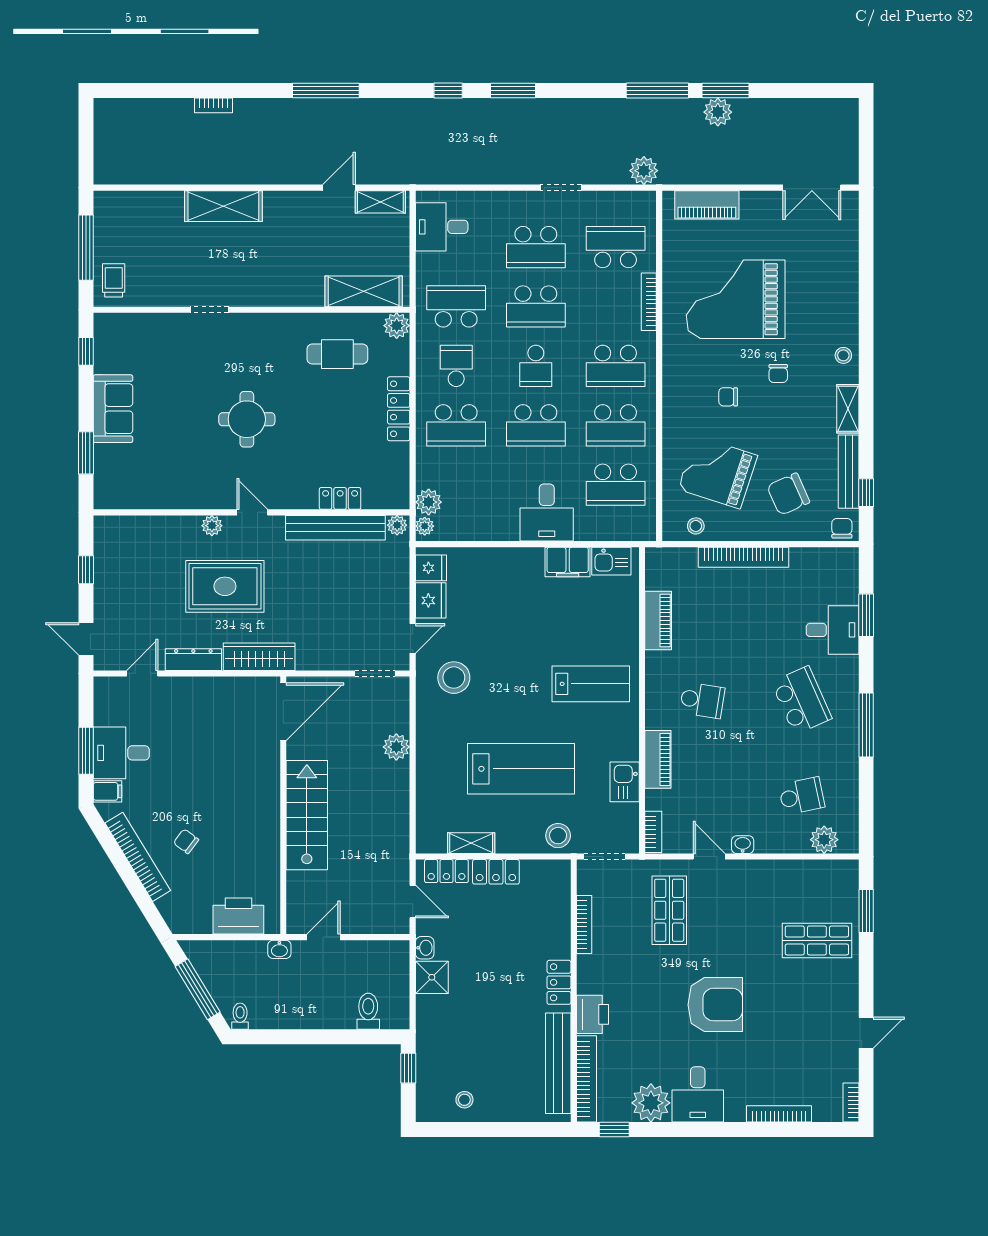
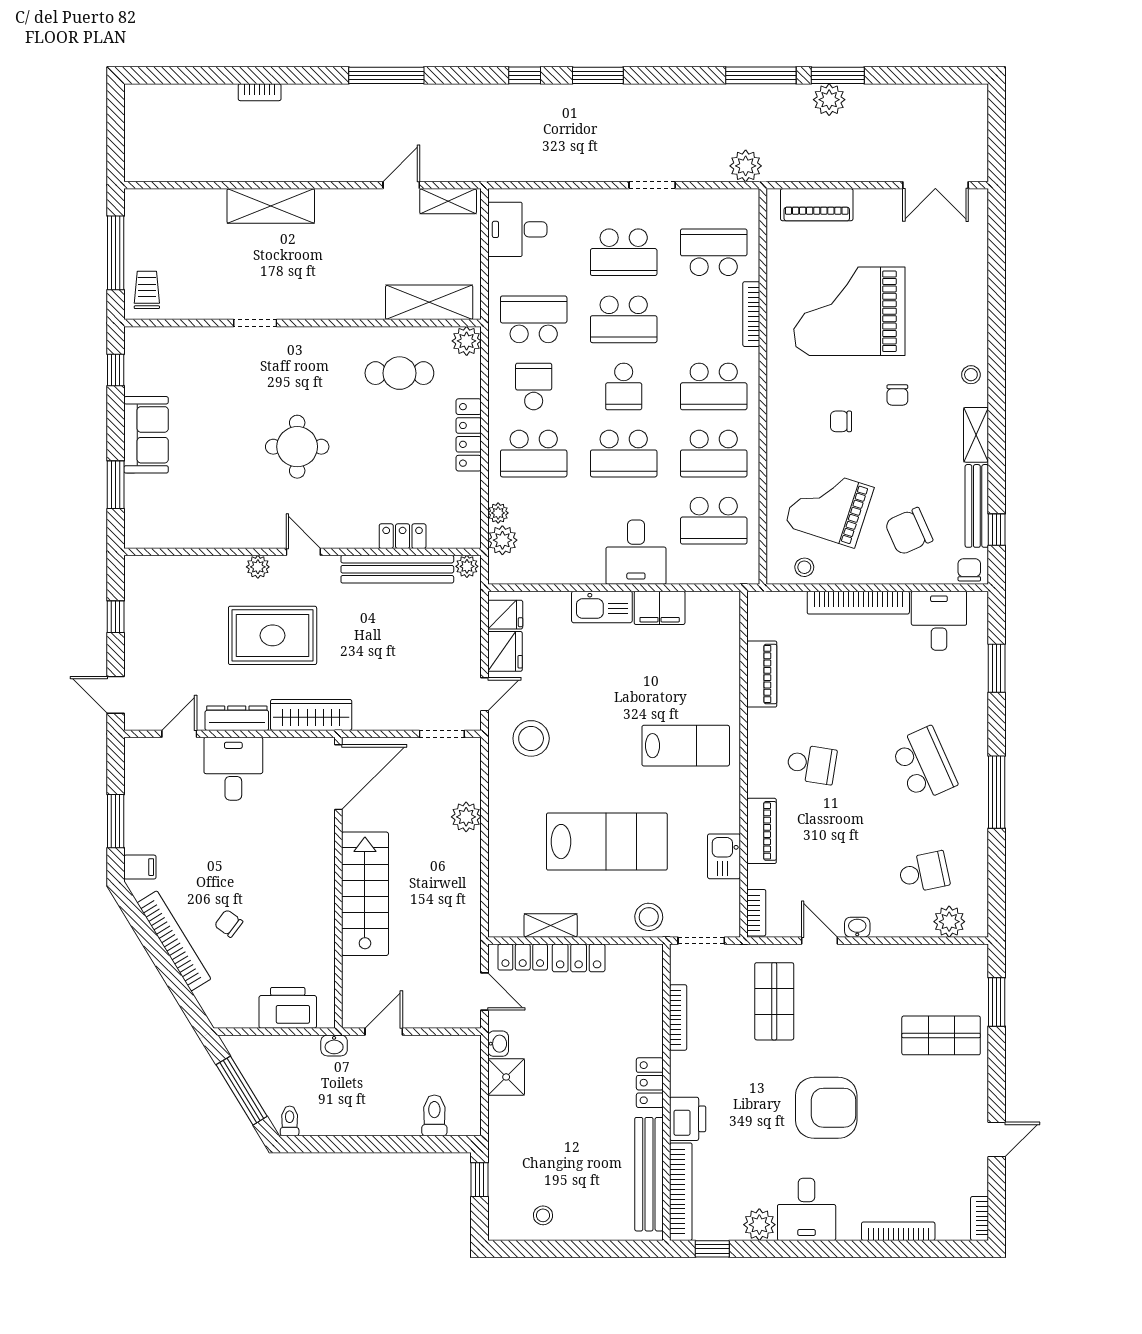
plant: (425, 526) -> (498, 513), moved
kitchen sink: (611, 561) -> (602, 607), moved, width x1.38
desk: (833, 630) -> (939, 621), moved, turned -90
desk: (121, 753) -> (233, 769), moved, turned 90
plant: (651, 1103) -> (759, 1225), width x0.73, depth x0.73

